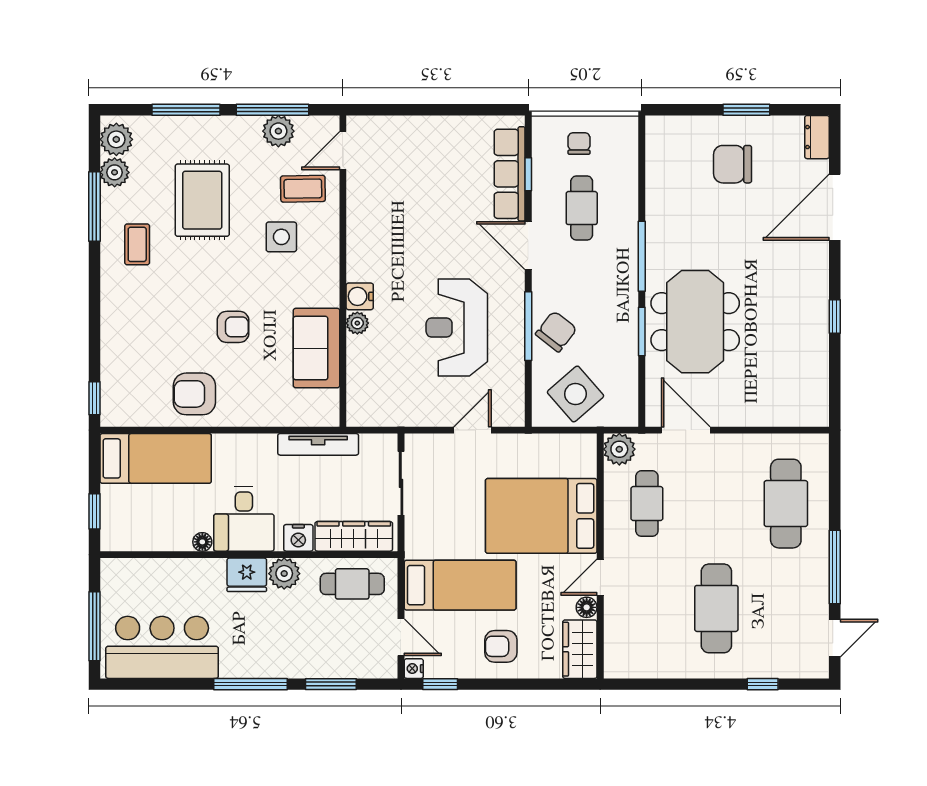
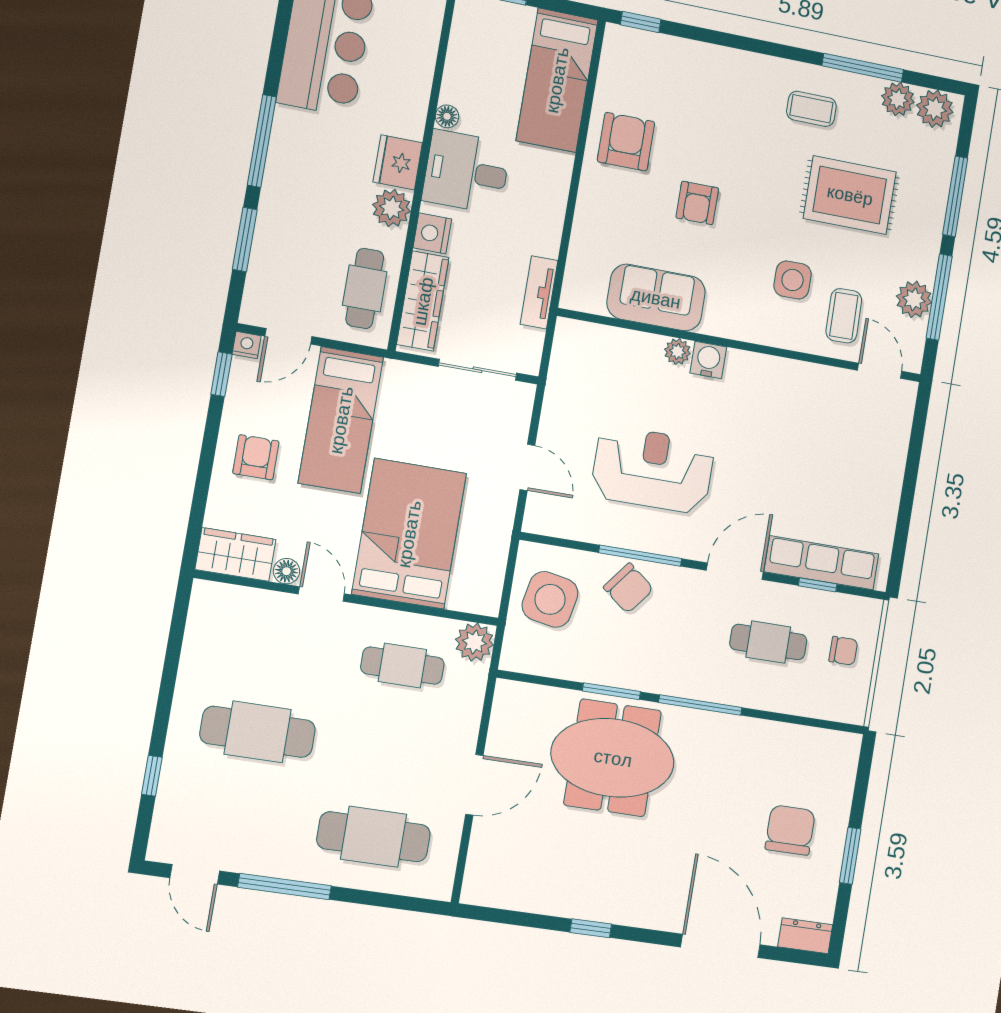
side table: (575, 394) -> (550, 599), turned -38
door: (686, 430) -> (474, 785), moved
tv unit: (318, 444) -> (539, 292), width x0.71

